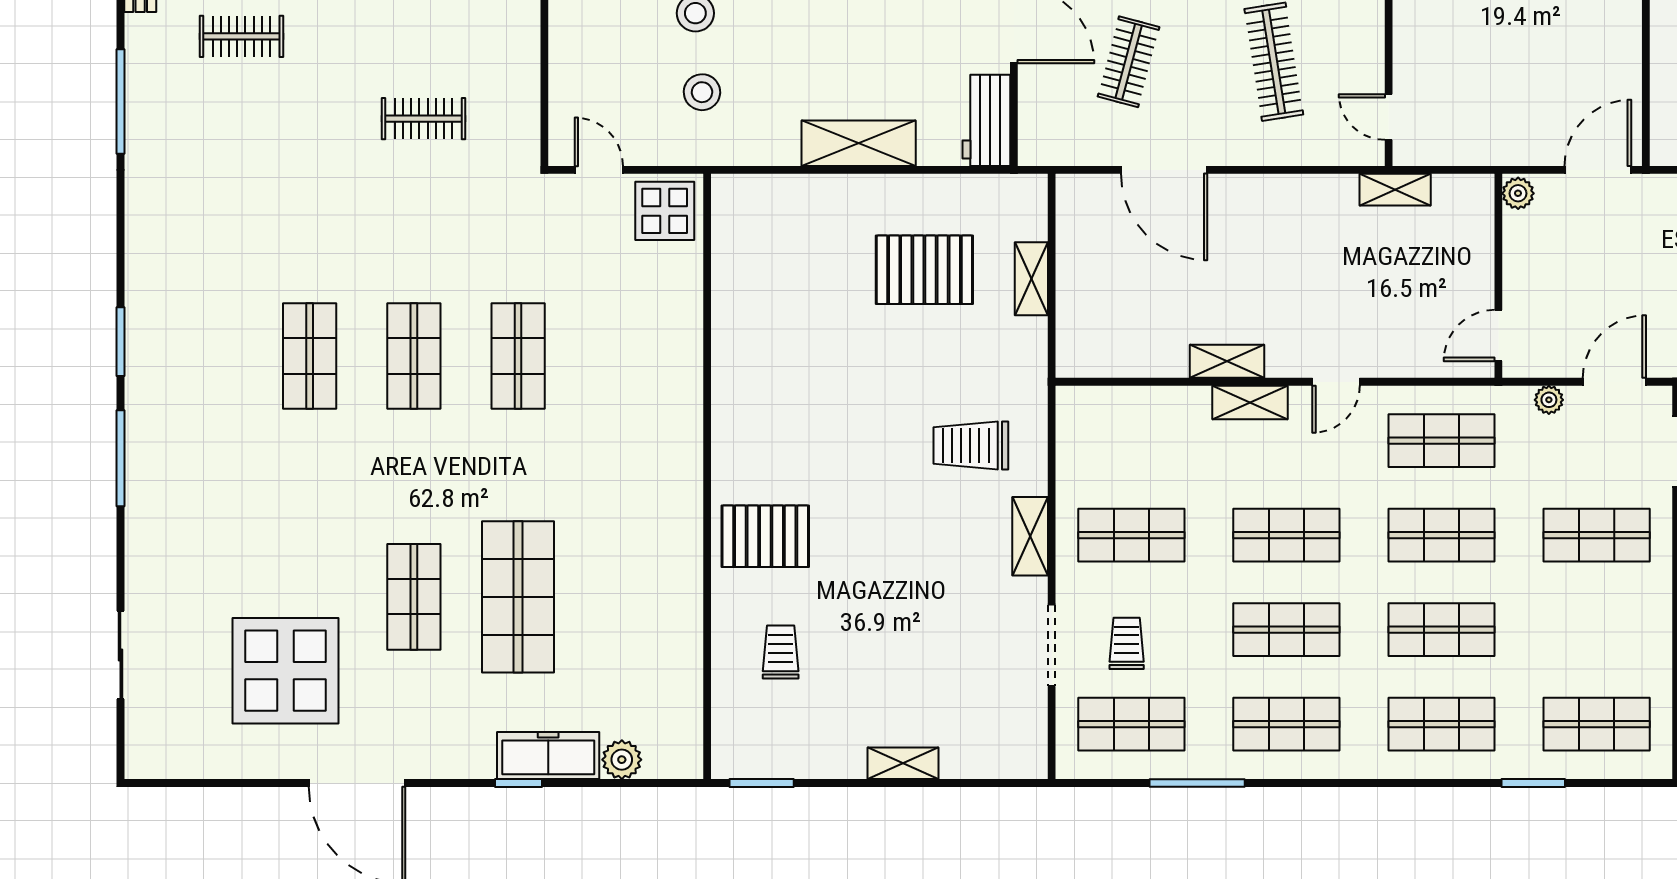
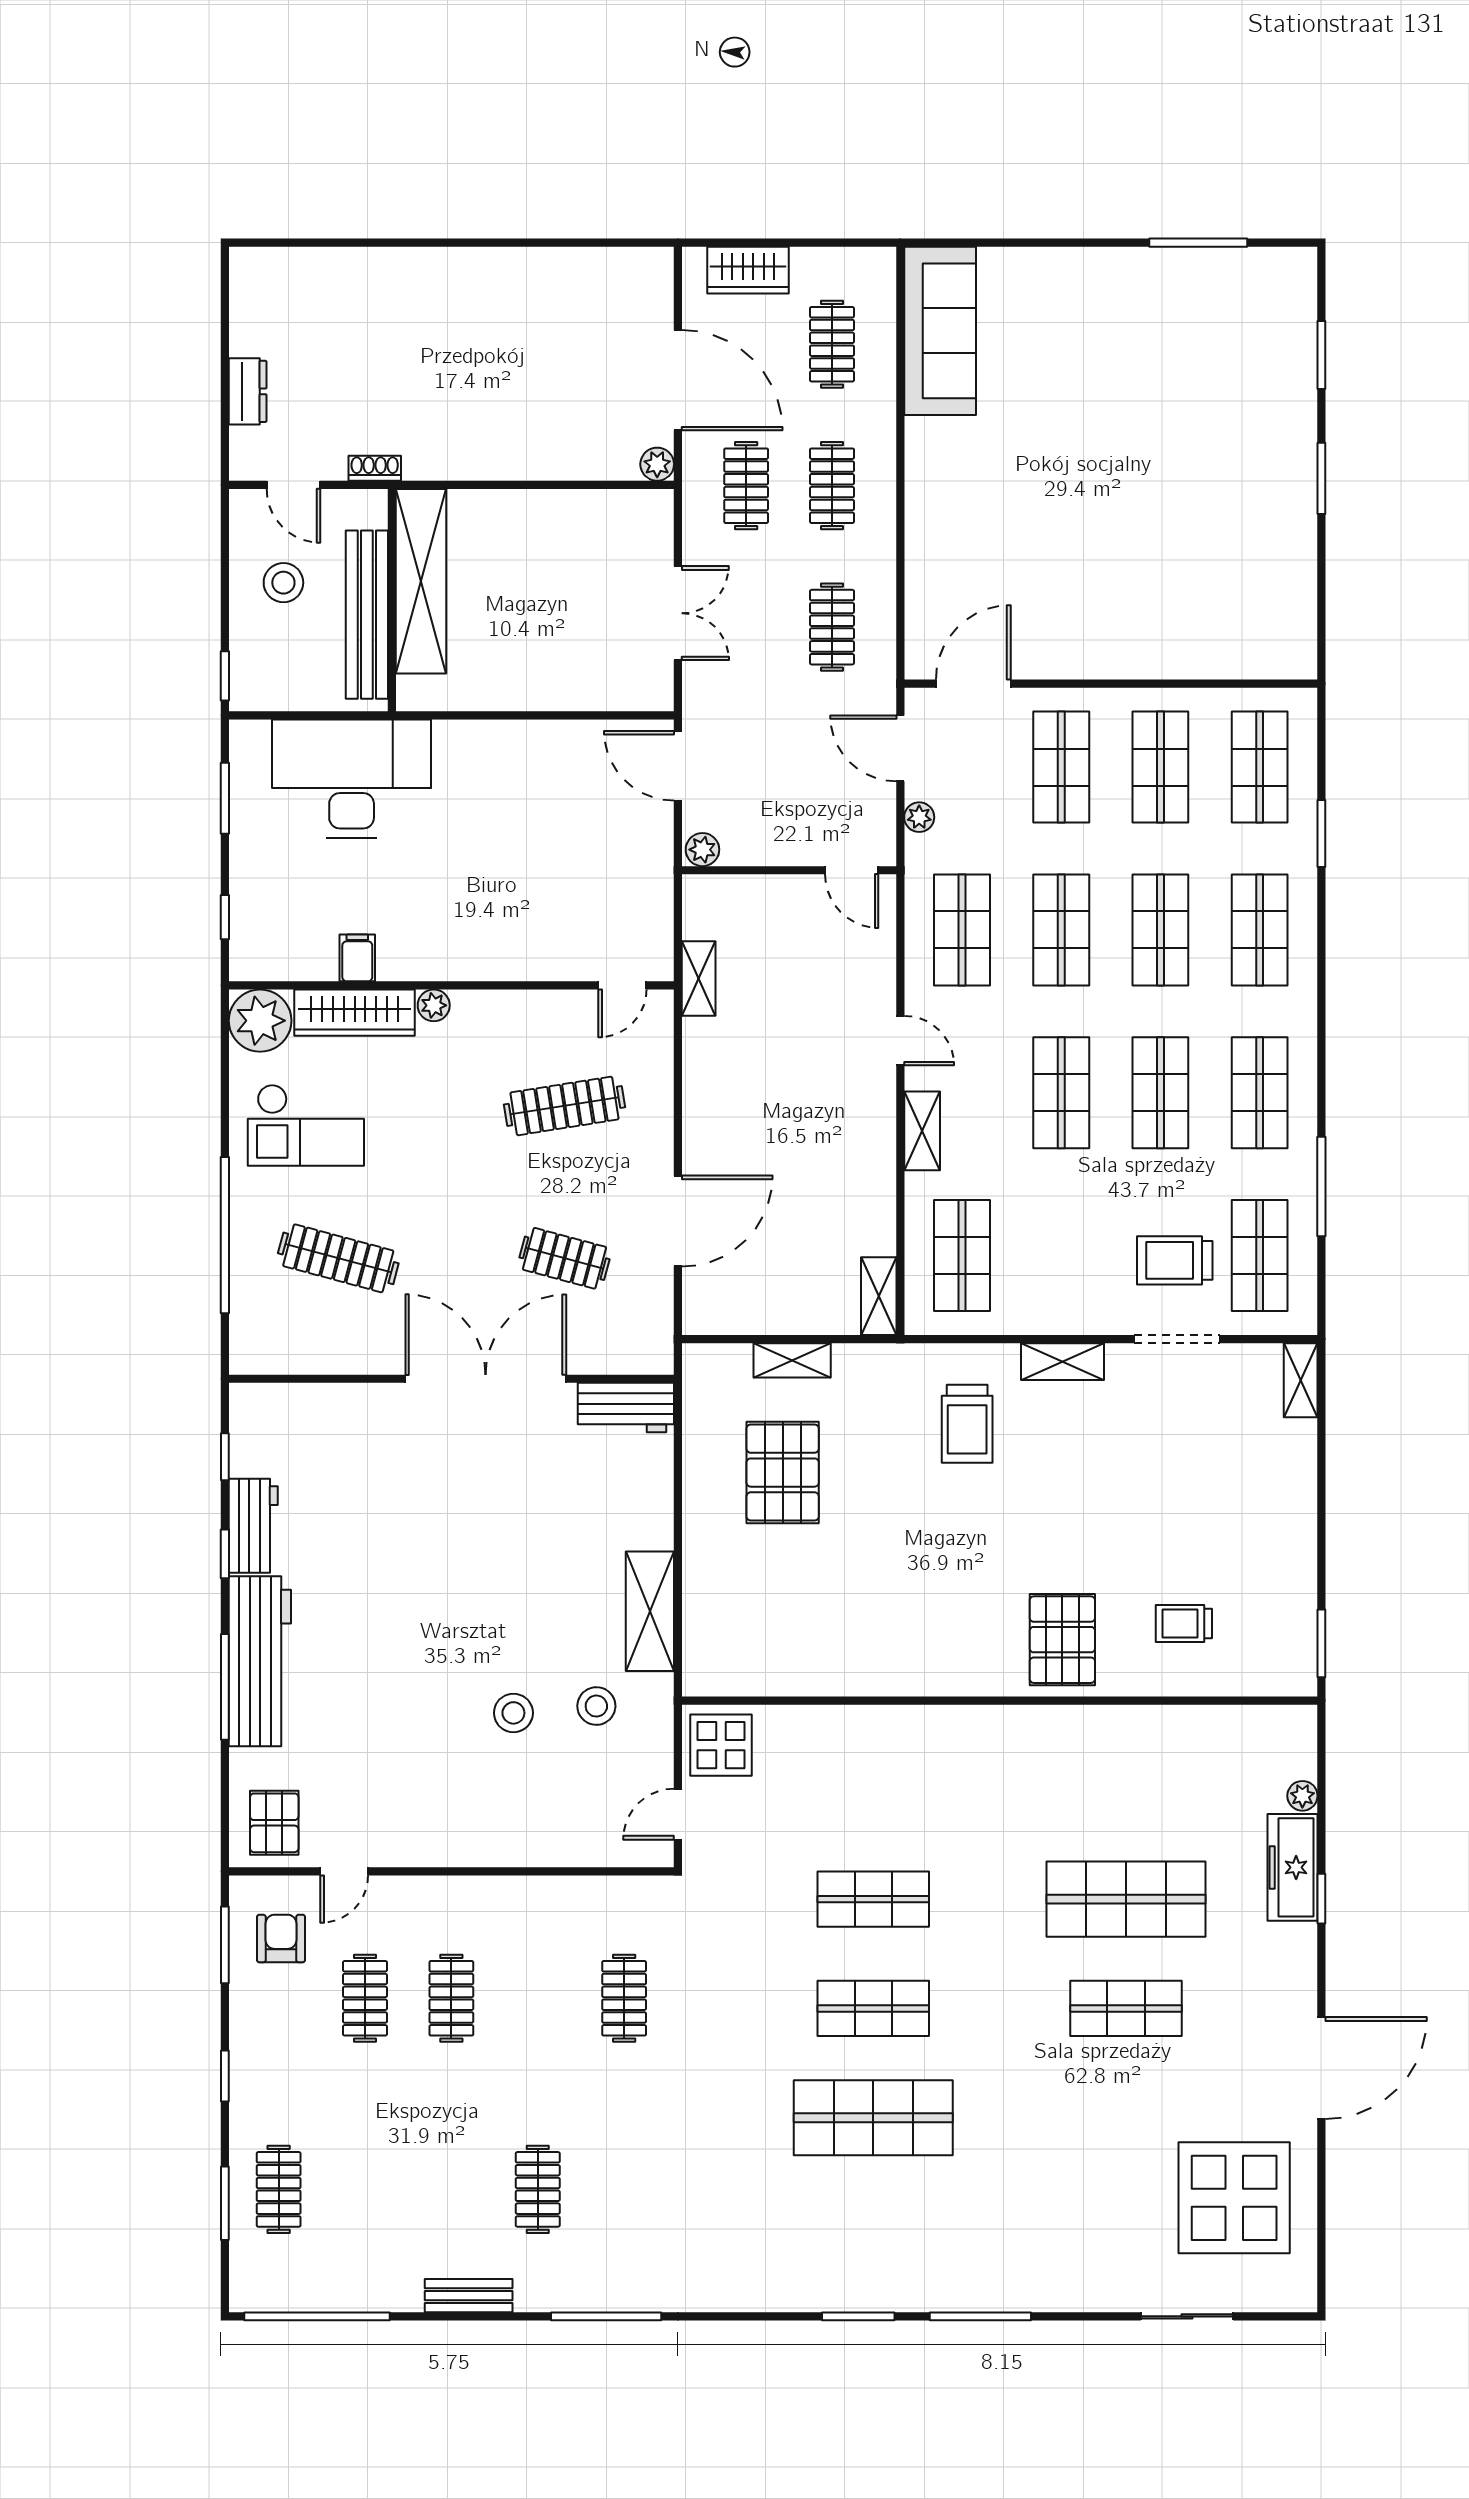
shelving: (859, 143) -> (650, 1611), moved
shop shelf: (310, 356) -> (873, 2118), width x1.43, depth x1.36
shelving: (1227, 361) -> (879, 1296), moved
shop shelf: (1131, 535) -> (962, 1255), moved
shop shelf: (1597, 630) -> (1160, 767), added
trolley: (1127, 643) -> (1175, 1260), width x1.36, depth x1.39
display table: (286, 671) -> (1234, 2198), moved
plant: (622, 760) -> (1302, 1796), width x0.73, depth x0.73
shelving: (903, 763) -> (1301, 1380), moved

